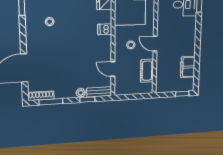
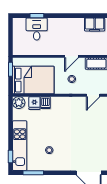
dishwasher: (105, 29) -> (45, 103), moved

